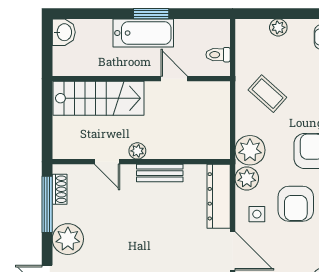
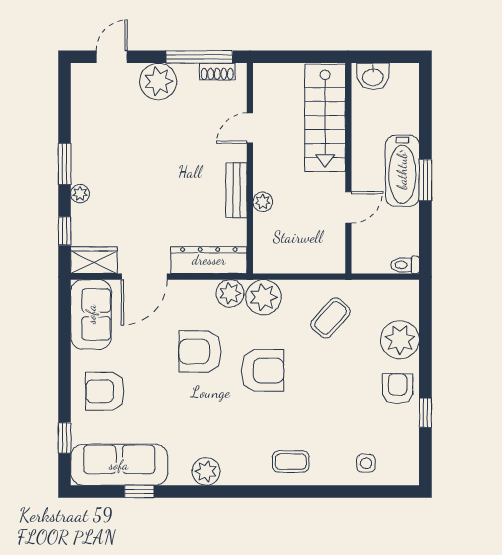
plant: (278, 27) -> (400, 340), width x1.88, depth x1.88
washbasin: (64, 32) -> (373, 76), moved
toilet: (218, 55) -> (405, 265), moved, turned -90
plant: (137, 151) -> (263, 202), moved
side table: (257, 214) -> (188, 305), removed

